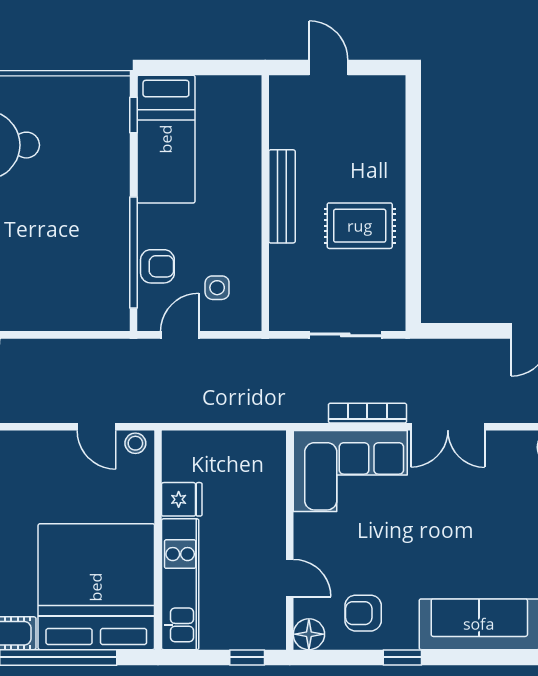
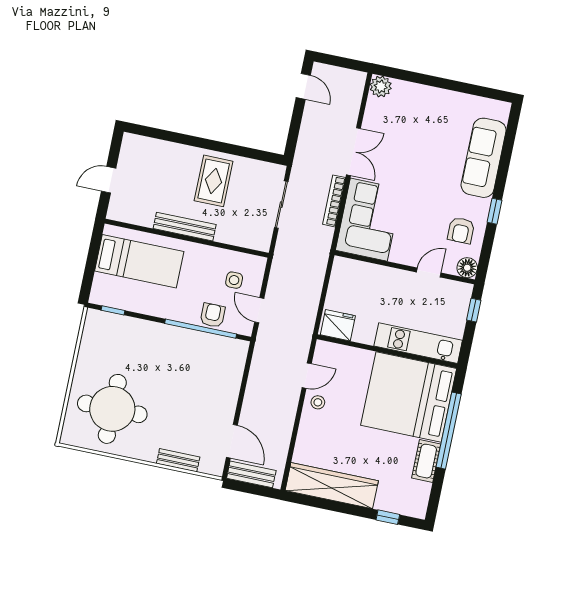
bed: (166, 139) -> (139, 261), moved
stool: (135, 443) -> (318, 402), moved
fridge: (182, 499) -> (338, 325), moved, width x1.38

